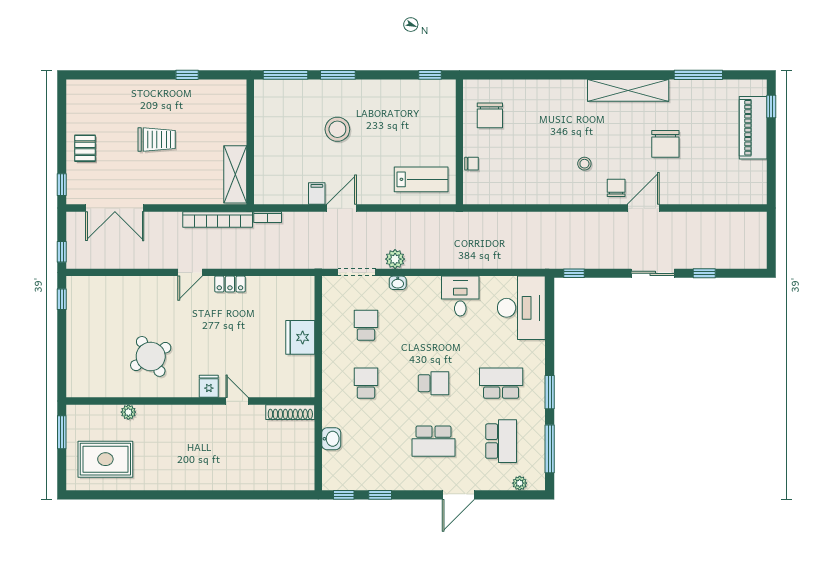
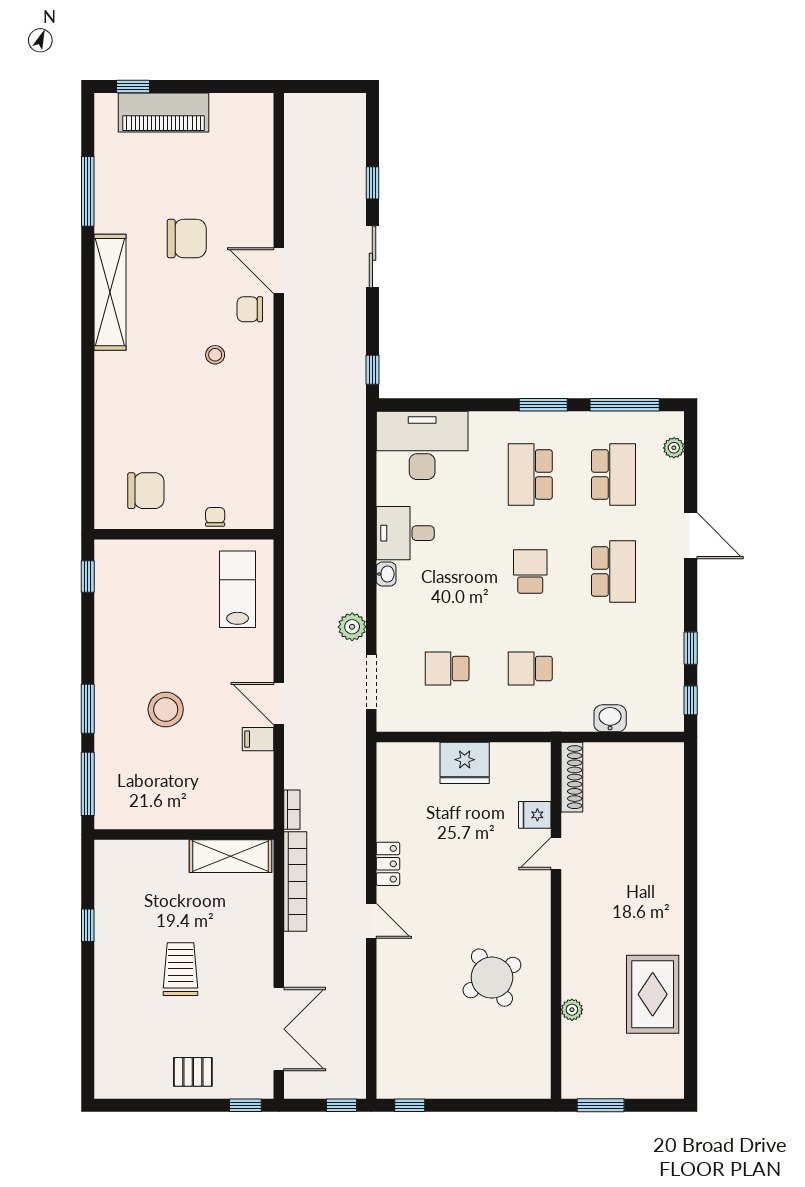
washbasin: (398, 283) -> (386, 574), moved
fridge: (209, 386) -> (535, 815), moved
school desk: (501, 441) -> (613, 474), turned 90
rug: (105, 459) -> (653, 994), moved

